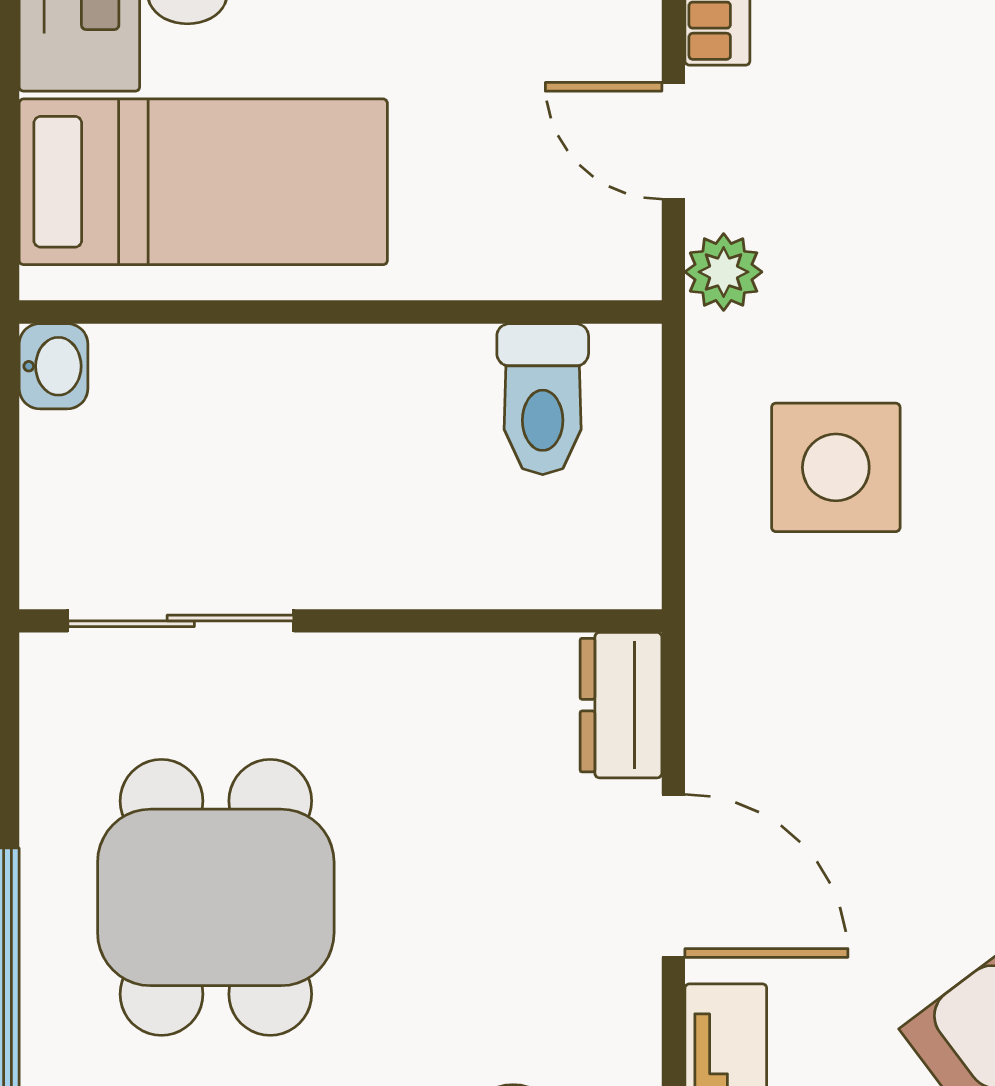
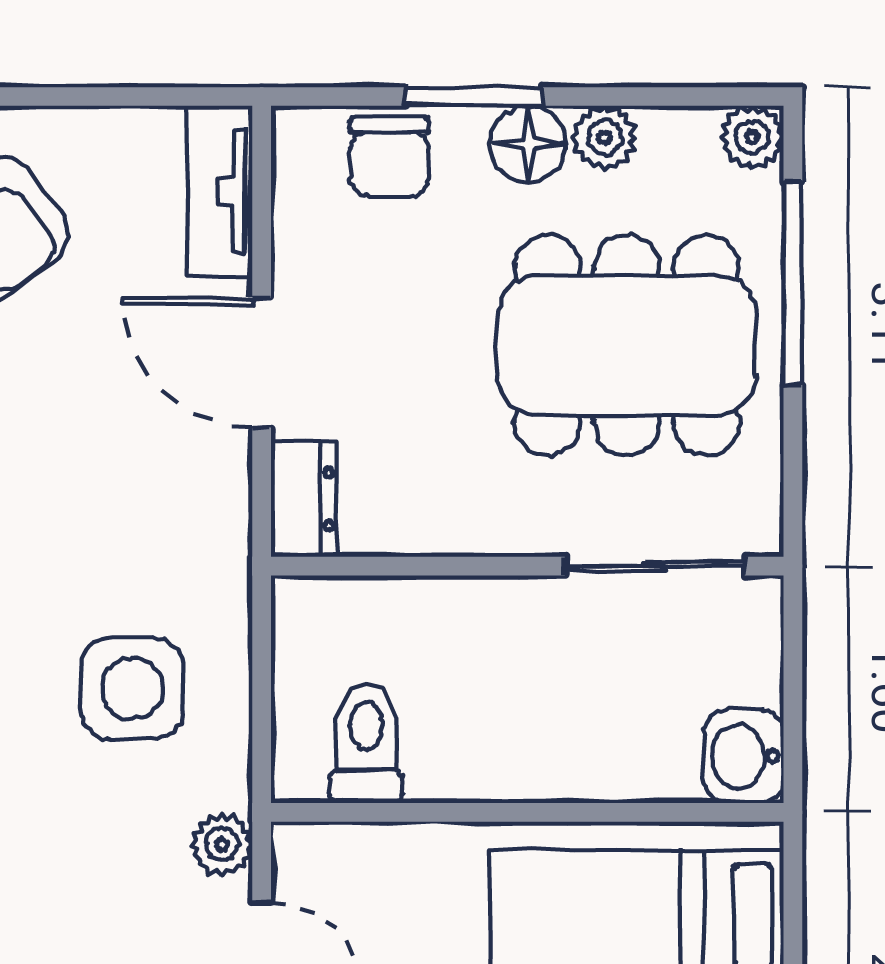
washbasin: (54, 366) -> (744, 756), width x1.38, depth x1.45
dining table: (216, 897) -> (627, 345), width x1.37

